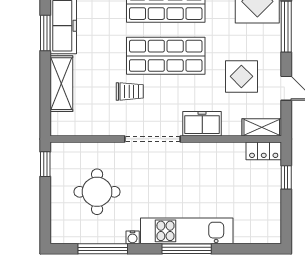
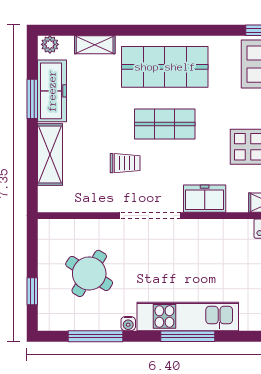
shop shelf: (166, 56) -> (165, 124), width x0.70, depth x0.74
window: (45, 164) -> (32, 291), moved
round table: (97, 192) -> (89, 273), turned 32

